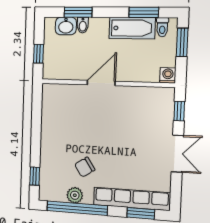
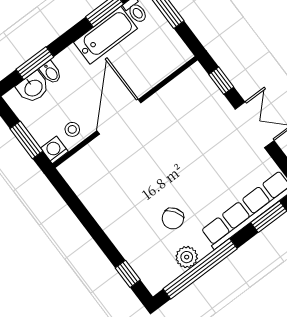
window: (39, 54) -> (26, 140), width x1.50
stool: (69, 69) -> (72, 129), added
washing machine: (168, 75) -> (54, 150), moved
door: (101, 83) -> (119, 117), width x1.36

